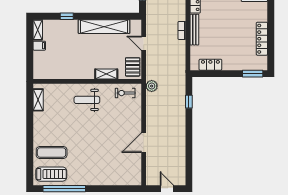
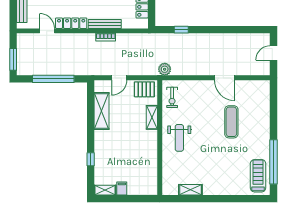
shelving: (104, 27) -> (101, 111), width x0.68
shelving: (38, 100) -> (190, 190), moved
exercise mat: (52, 153) -> (231, 122), moved

